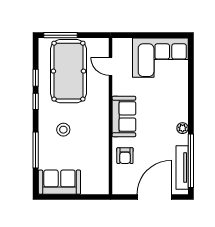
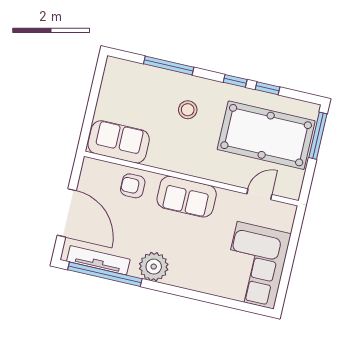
plant: (183, 128) -> (154, 267), width x1.87, depth x1.87
sofa: (59, 182) -> (119, 142), moved, turned -90

